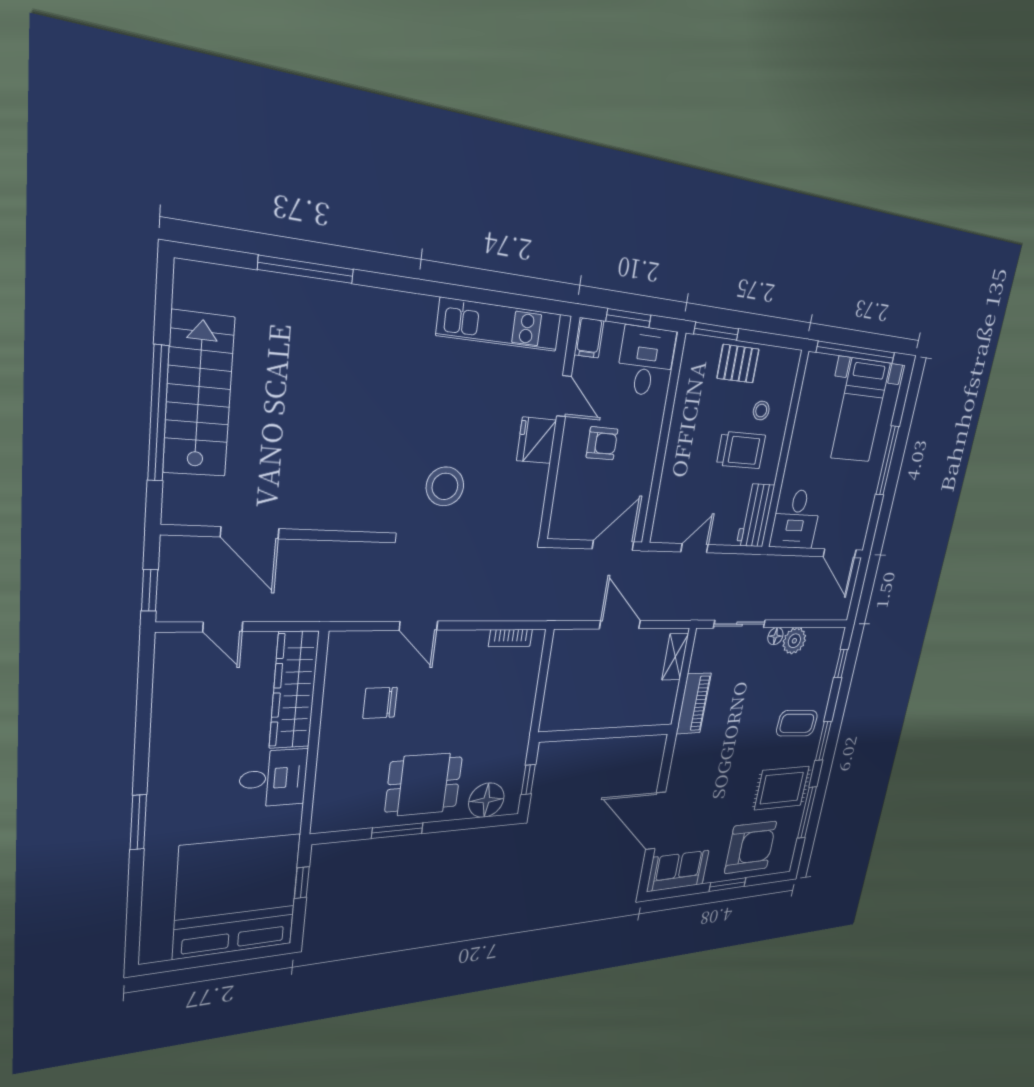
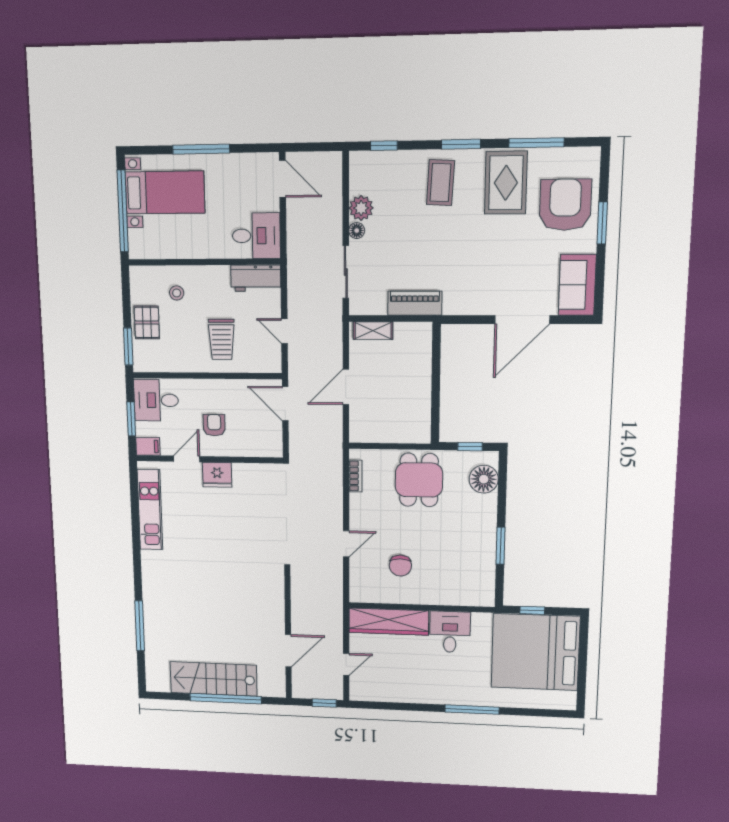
trolley: (741, 450) -> (222, 339), moved, turned 180
stool: (445, 486) -> (252, 535), removed
door: (840, 553) -> (282, 179), hinge flipped
dining table: (424, 784) -> (419, 480), moved
window: (138, 822) -> (472, 710), width x1.44

